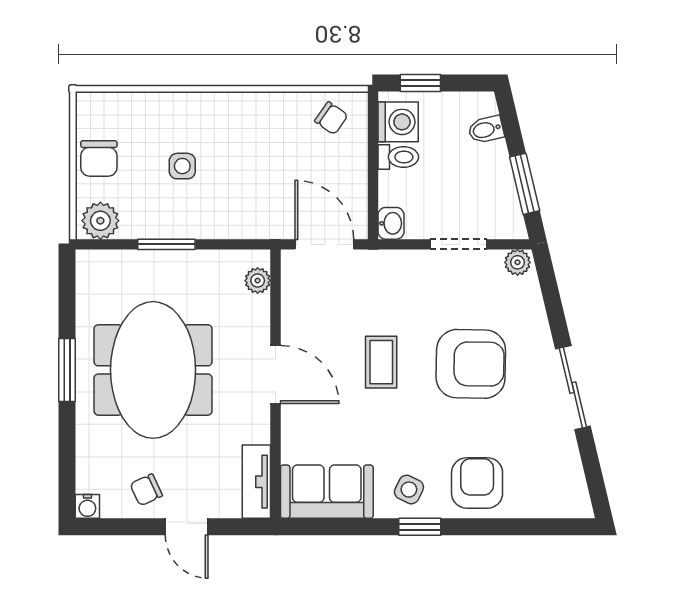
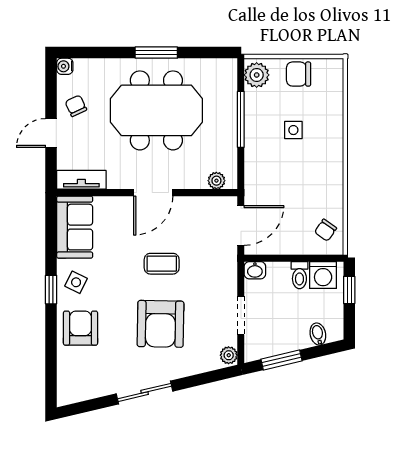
window: (166, 244) -> (241, 119), width x1.44
armchair: (477, 483) -> (80, 328), turned -90

